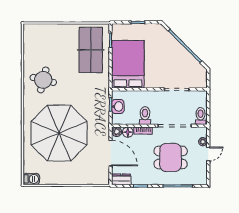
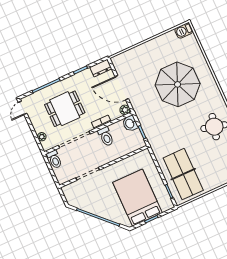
bed: (128, 64) -> (137, 198), moved, turned 180
washbasin: (118, 107) -> (130, 123), moved
floor lamp: (128, 132) -> (115, 114), removed
parasol: (59, 133) -> (178, 84), width x0.73, depth x0.73
door: (208, 154) -> (23, 108), moved

